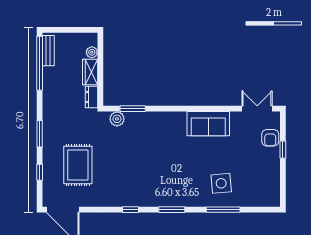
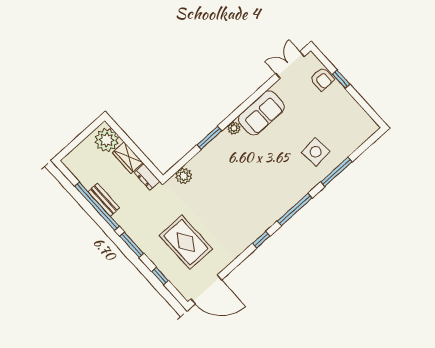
bench: (48, 51) -> (104, 200), moved
plant: (92, 52) -> (107, 140), width x1.87, depth x1.87
window: (40, 63) -> (97, 206), moved
window: (133, 109) -> (209, 138), moved
plant: (180, 117) -> (234, 128), added
window: (172, 210) -> (295, 209), width x1.44

